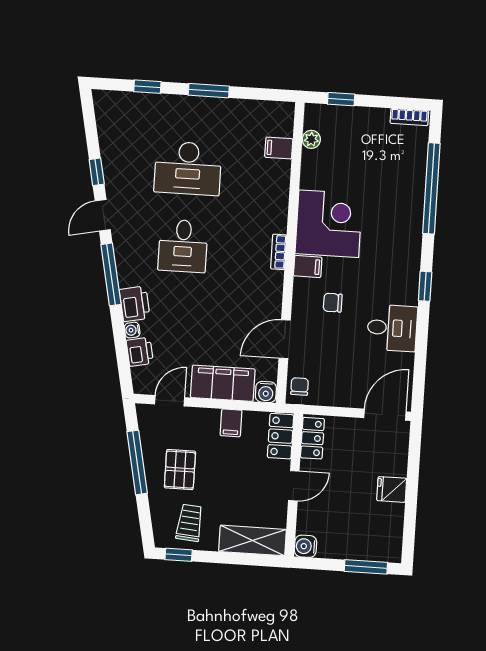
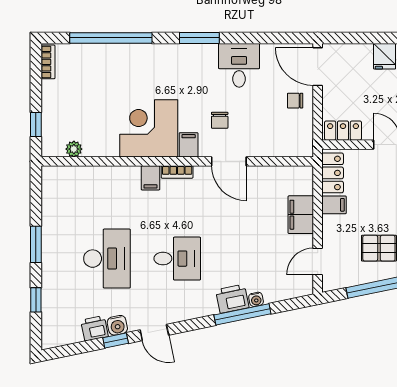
filing cabinet: (279, 148) -> (150, 178), moved
window: (111, 274) -> (242, 314), moved
window: (425, 286) -> (199, 38), width x1.50
door: (285, 339) -> (229, 161), moved
printer: (140, 352) -> (95, 328), moved
filing cabinet: (223, 383) -> (301, 215), width x0.67, depth x0.86
chair: (300, 387) -> (295, 101), moved
water cooler: (266, 392) -> (117, 325), moved, turned 78
door: (170, 401) -> (318, 262), hinge flipped
locker: (280, 436) -> (333, 173), moved, turned -90

